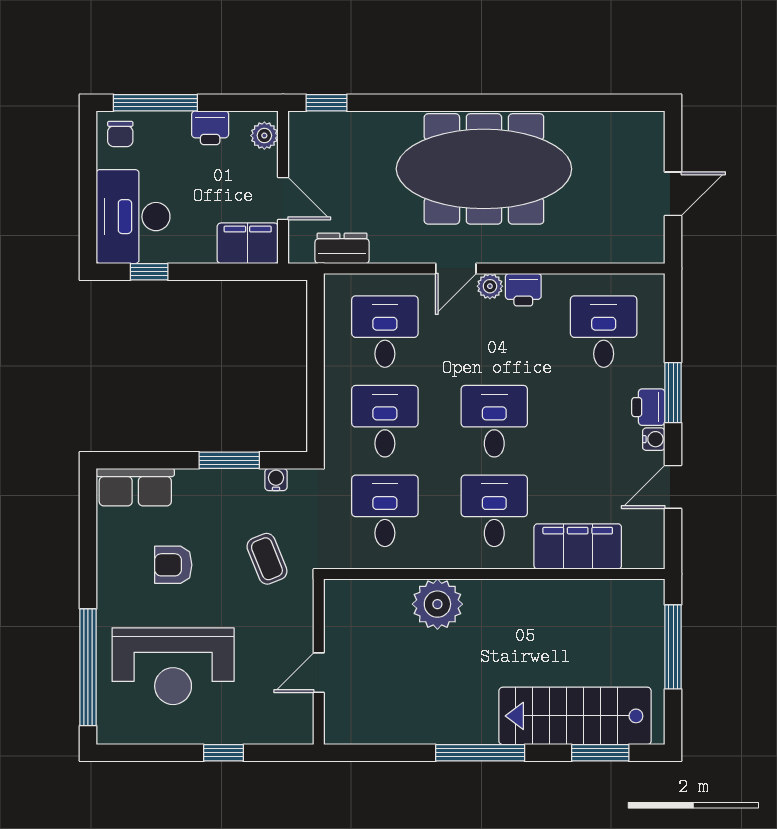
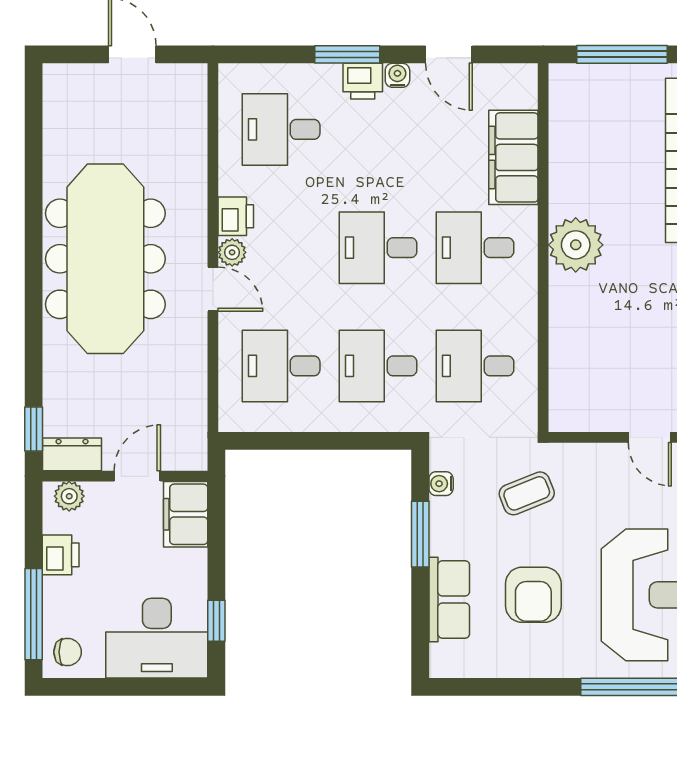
dresser: (342, 248) -> (72, 454), moved, turned 90
row of seats: (135, 487) -> (449, 599), moved
armchair: (173, 565) -> (533, 595), width x1.38, depth x1.38
plant: (437, 604) -> (576, 245), moved

